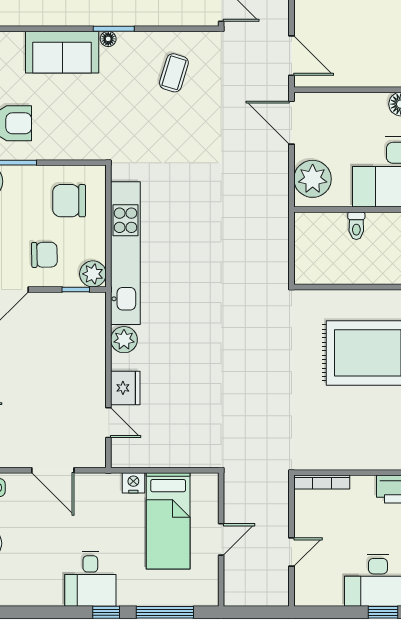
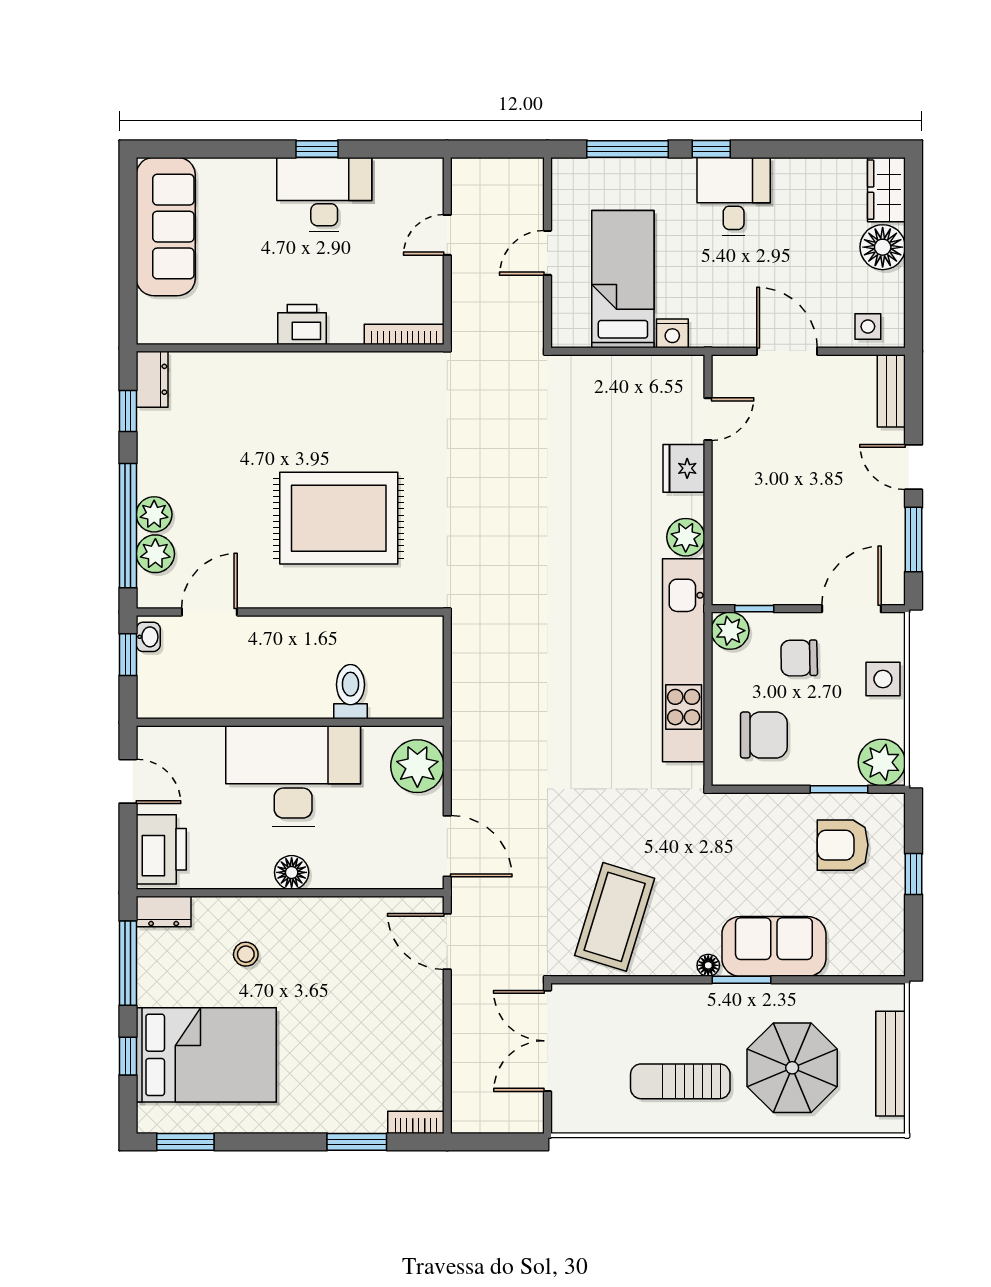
window: (114, 29) -> (742, 980), moved
coffee table: (174, 73) -> (615, 917), width x1.86, depth x1.72
toilet: (356, 226) -> (350, 692), width x1.37, depth x1.39
door: (108, 423) -> (708, 419), swing flipped

